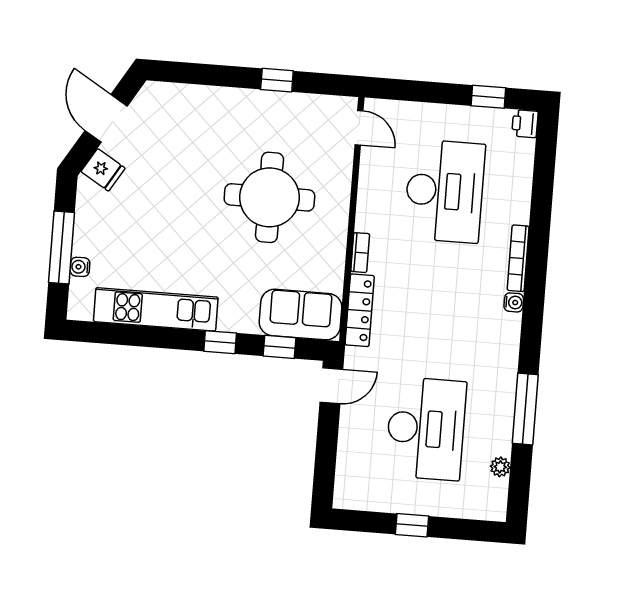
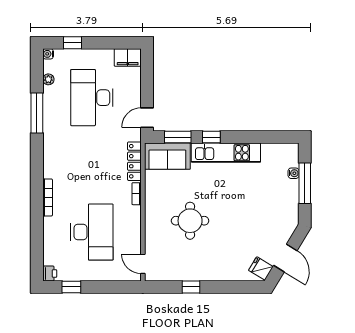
fridge: (103, 170) -> (261, 268), moved
desk: (445, 191) -> (92, 232), turned 180
round table: (269, 197) -> (190, 221), width x0.73, depth x0.73
water cooler: (514, 302) -> (48, 54), moved
kitchen unit: (156, 309) -> (226, 153), moved
window: (280, 347) -> (178, 137), width x1.50
filing cabinet: (357, 495) -> (128, 57), added
window: (412, 525) -> (72, 43), moved

